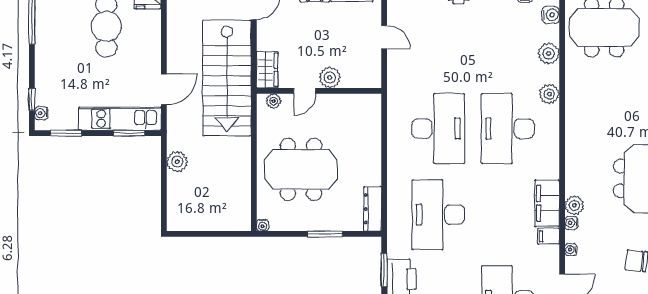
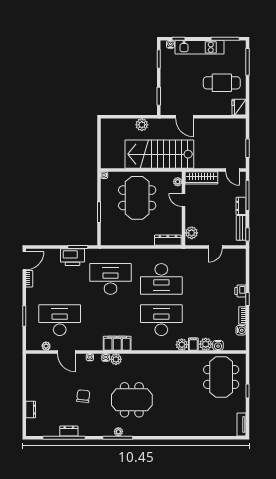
water cooler: (551, 15) -> (218, 345), moved
wardrobe: (267, 70) -> (201, 178), width x1.50
plant: (330, 77) -> (192, 233), moved
stairs: (227, 78) -> (159, 154), moved
kitchen unit: (120, 119) -> (200, 47), moved, turned 90
dresser: (373, 209) -> (168, 240), moved
filing cabinet: (549, 236) -> (193, 344), moved

